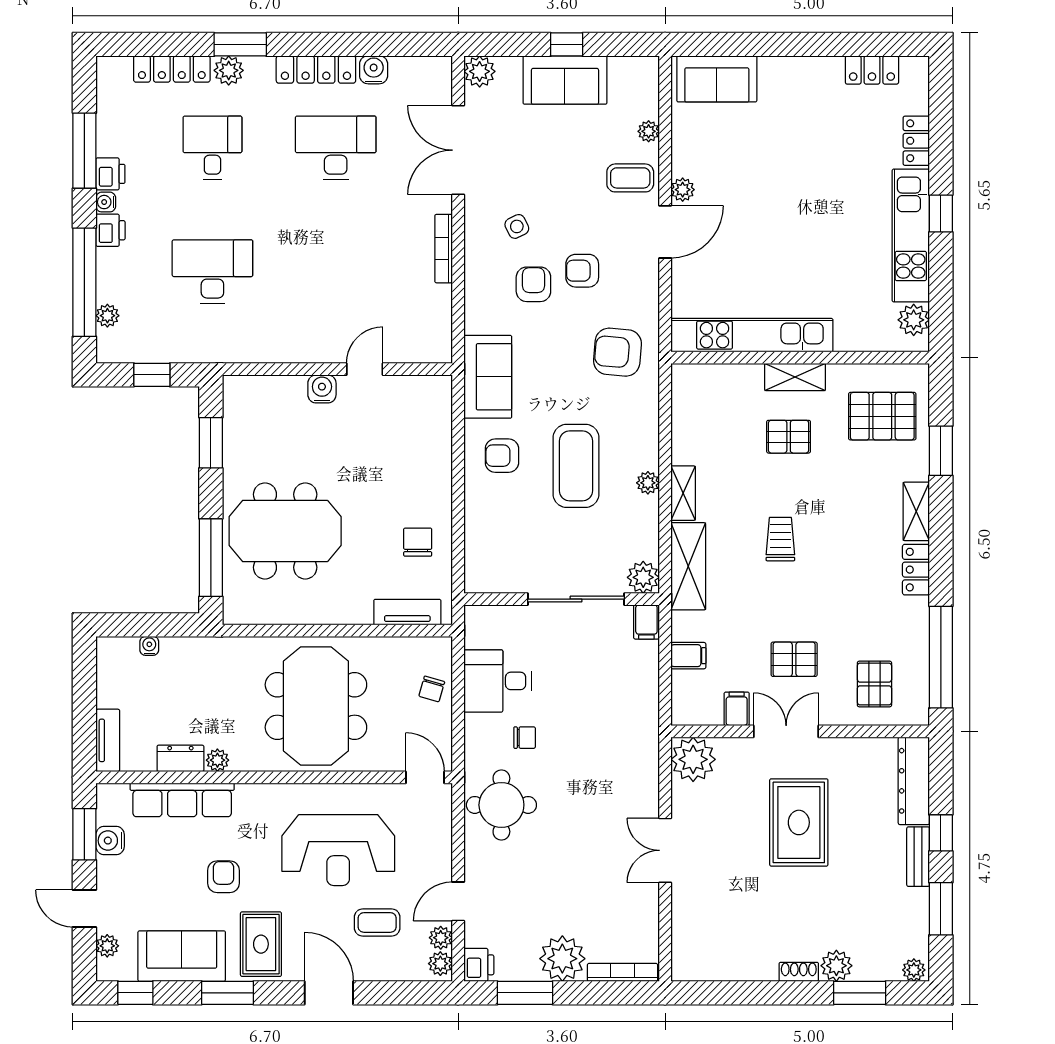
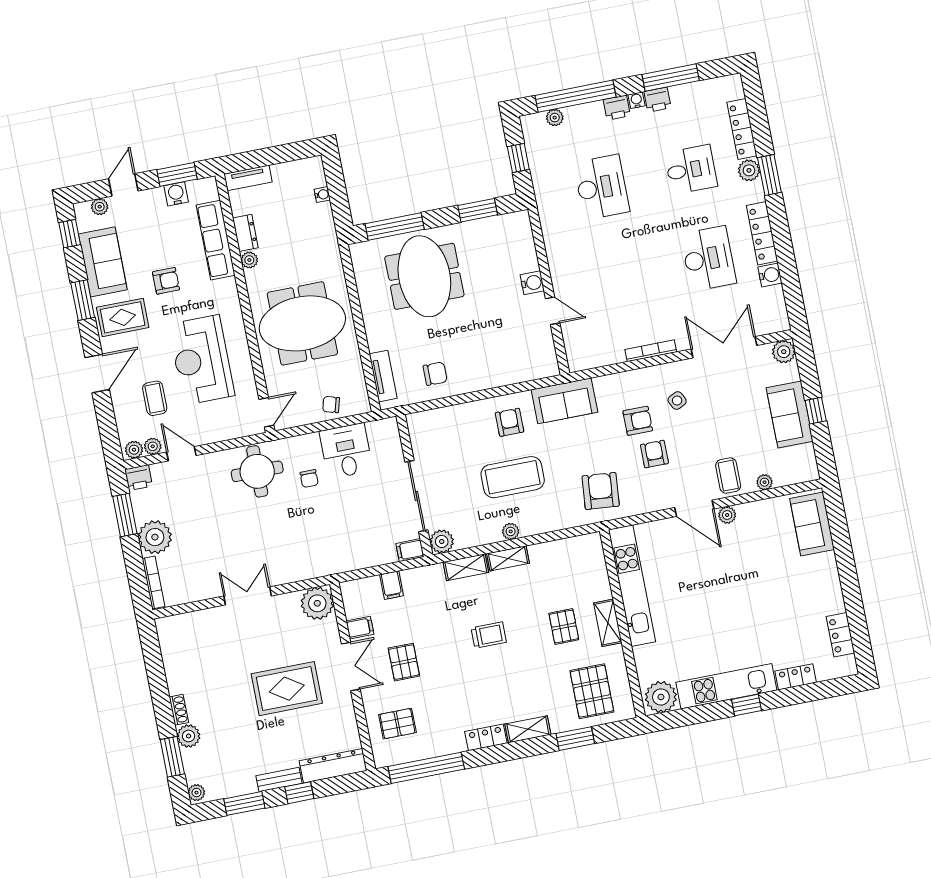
plant: (914, 320) -> (661, 697), width x1.36, depth x1.36
shelving: (688, 566) -> (466, 567), width x0.67, depth x0.75

